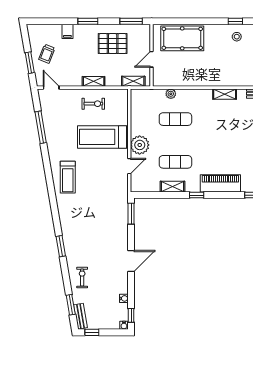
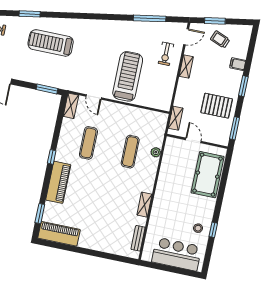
pallet: (113, 44) -> (217, 106), turned 90
shelving: (94, 81) -> (186, 66), moved
exercise bike: (93, 104) -> (166, 54), moved
plant: (140, 145) -> (112, 111), removed
treadmill: (68, 177) -> (51, 43), moved, width x1.37, depth x1.38
shelving: (173, 187) -> (71, 106), moved

